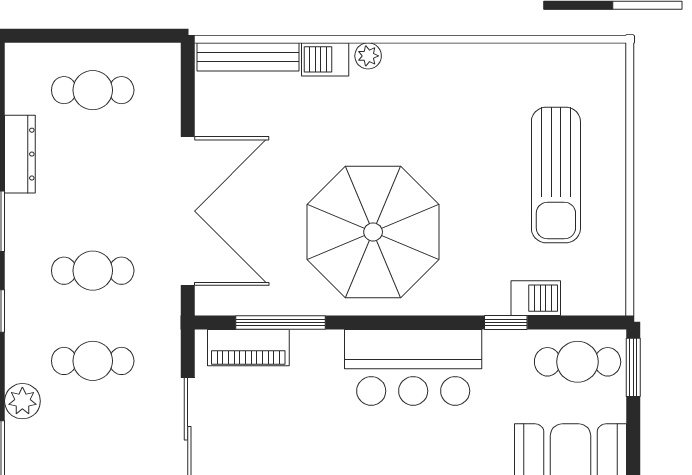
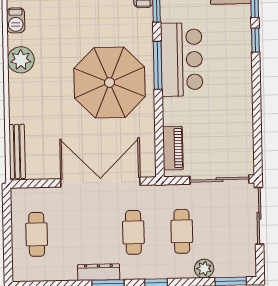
plant: (368, 56) -> (21, 60), moved, width x1.87, depth x1.87
barbecue: (325, 59) -> (16, 20), moved
dresser: (20, 154) -> (99, 272), moved
window: (280, 322) -> (158, 65), moved

